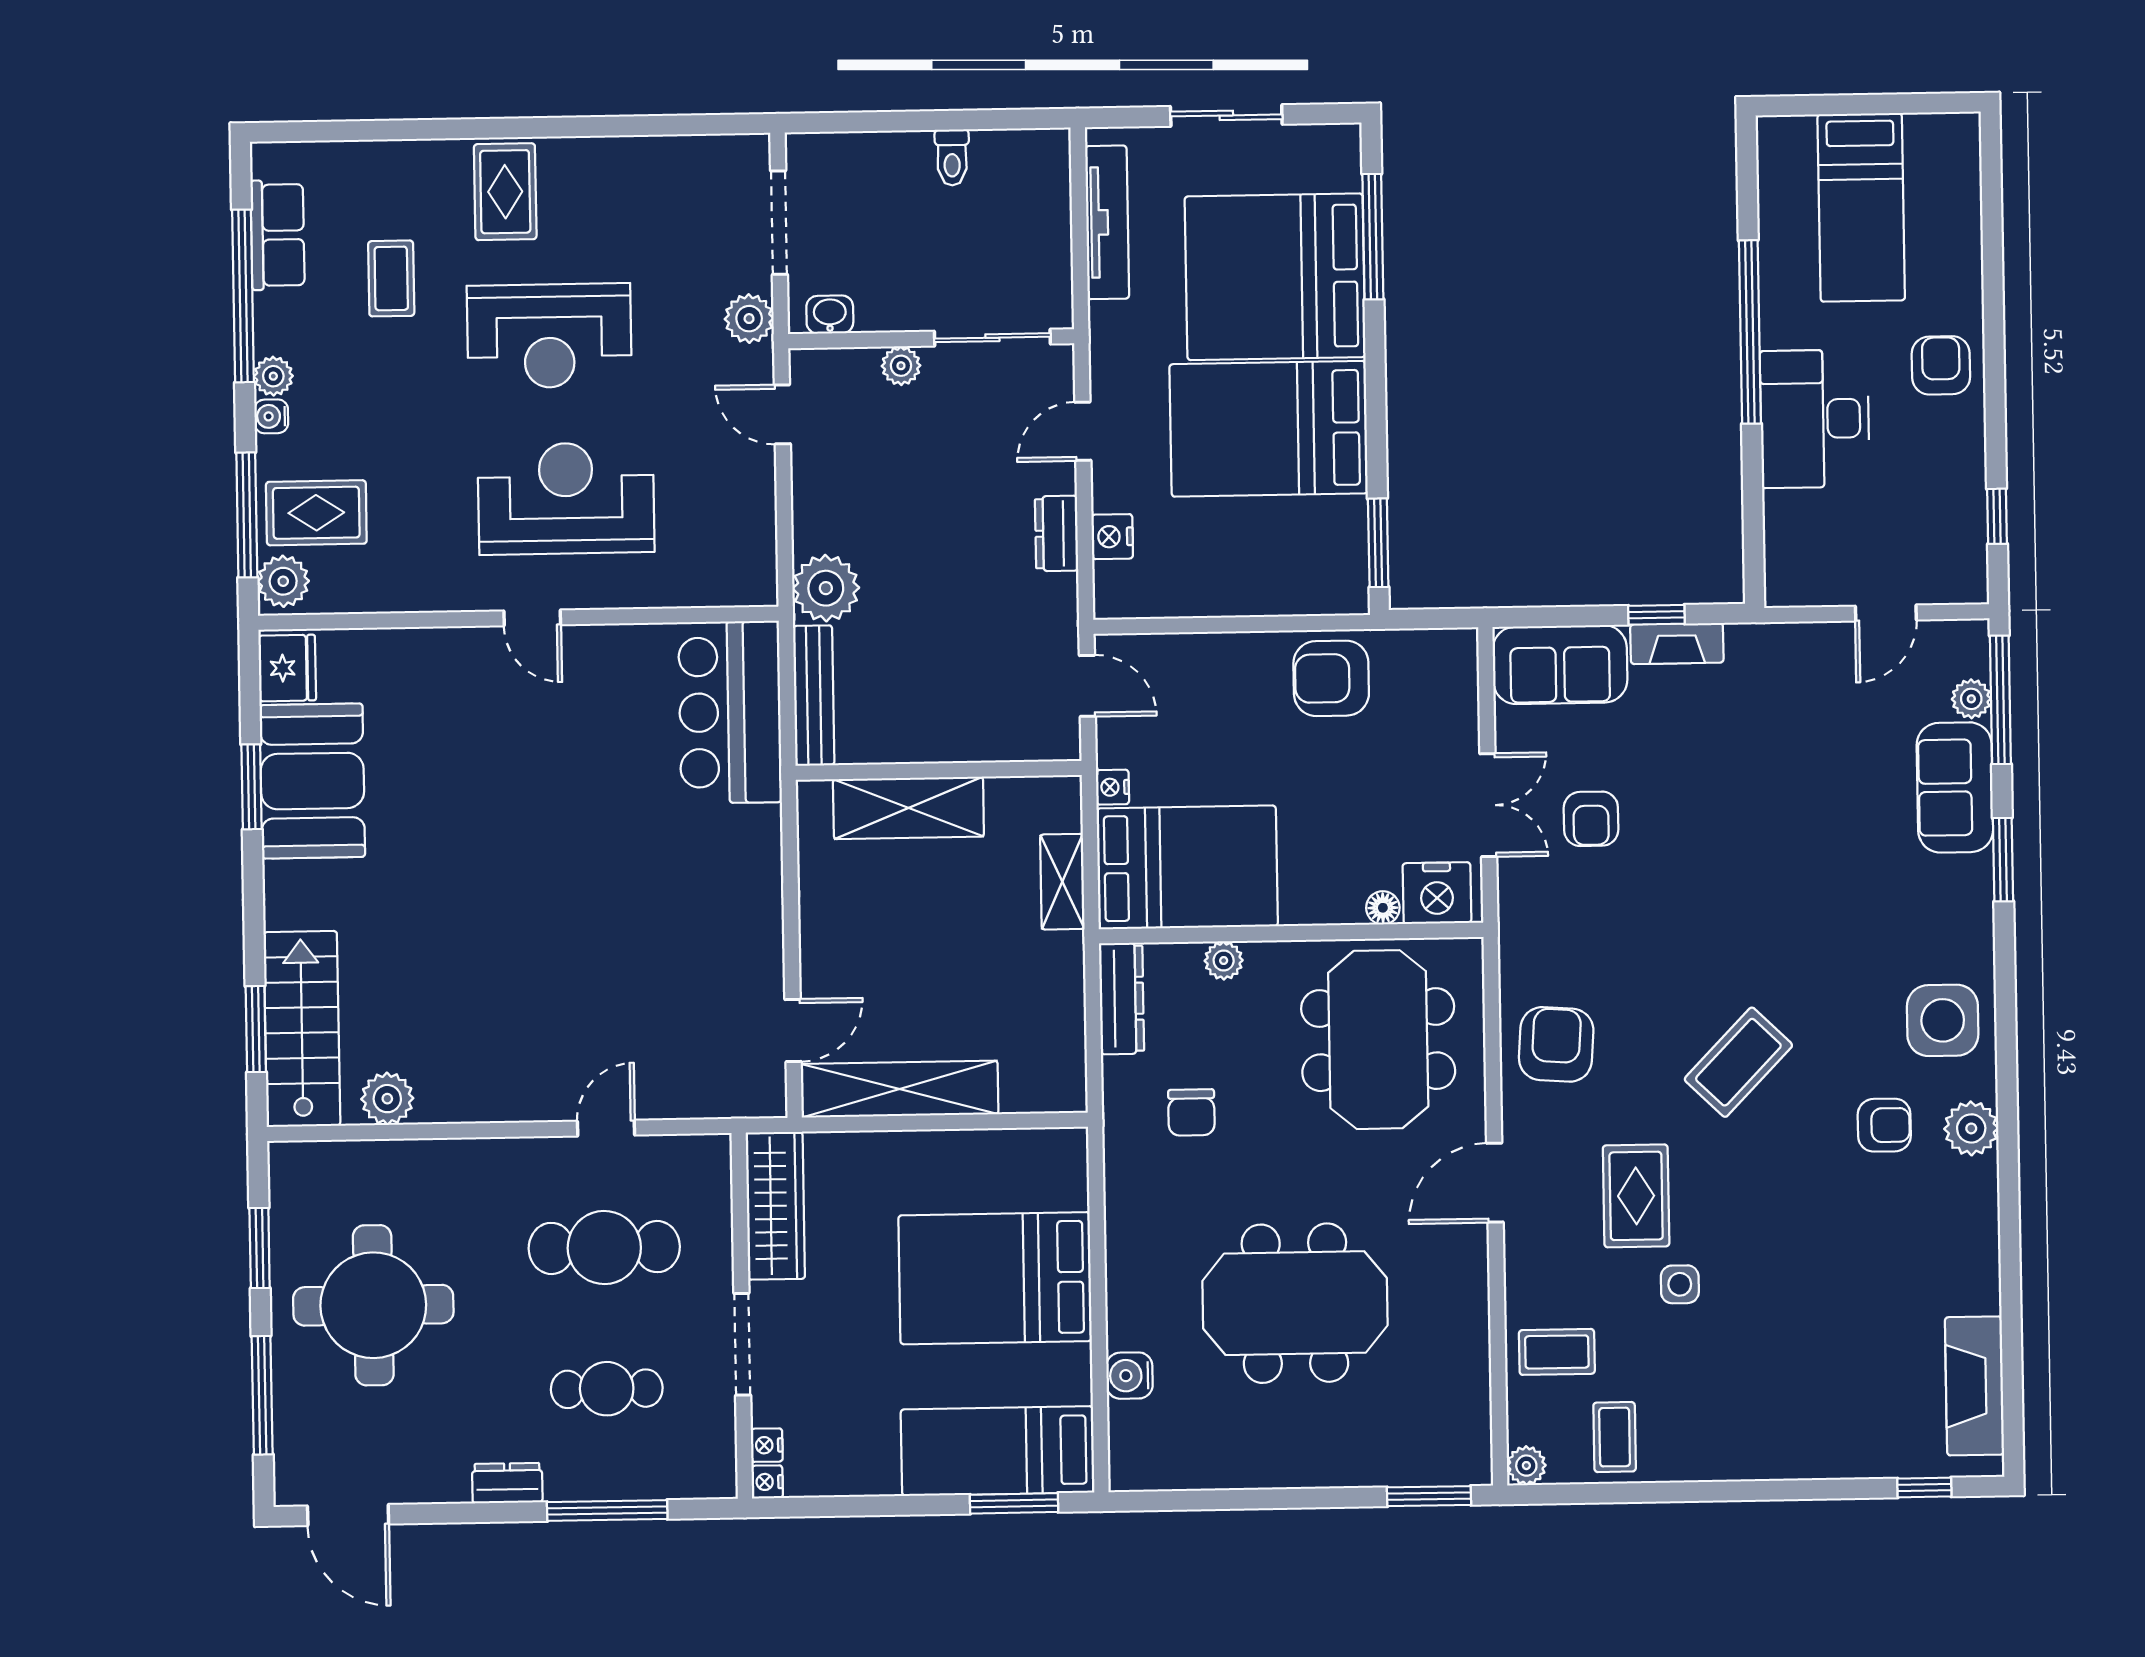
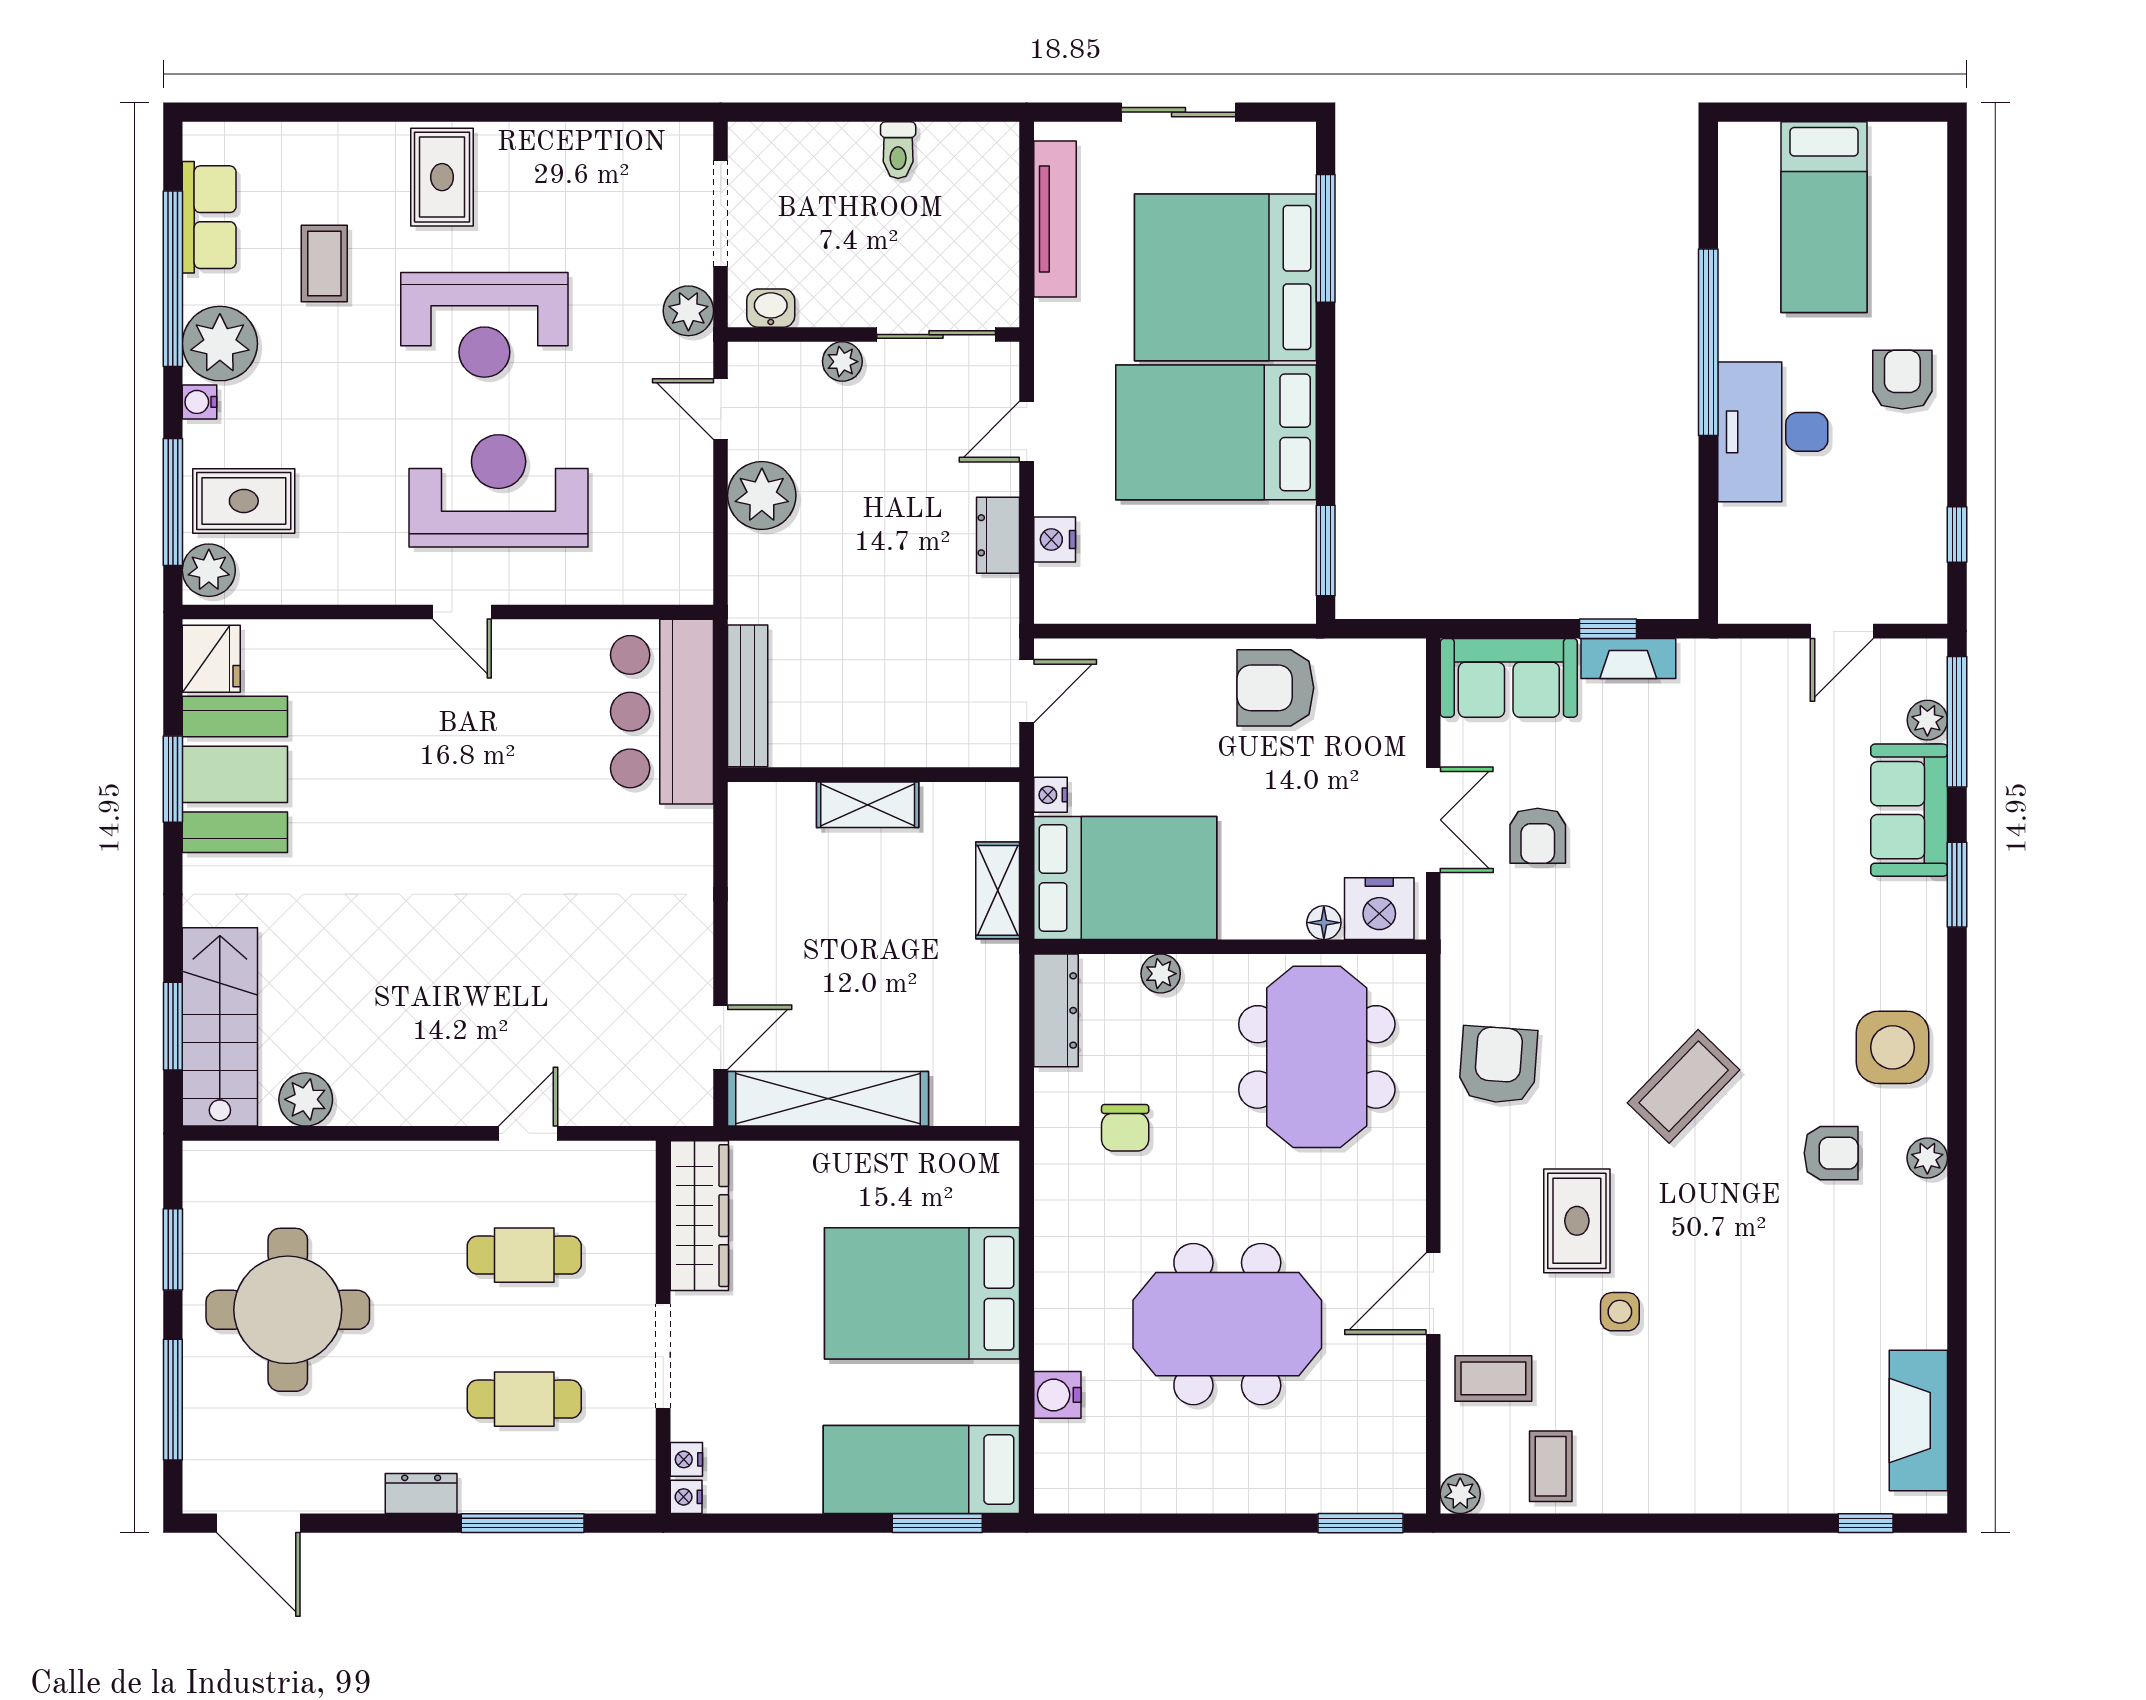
plant: (273, 376) -> (220, 344), width x1.88, depth x1.88
plant: (826, 588) -> (762, 495), moved
door: (1087, 686) -> (1027, 691), hinge flipped
shelving: (908, 808) -> (868, 805), width x0.67, depth x0.75
plant: (1971, 1128) -> (1927, 1158), width x0.73, depth x0.73
door: (1495, 1183) -> (1433, 1294), moved
cafe table: (604, 1247) -> (524, 1255), width x0.73, depth x0.74

